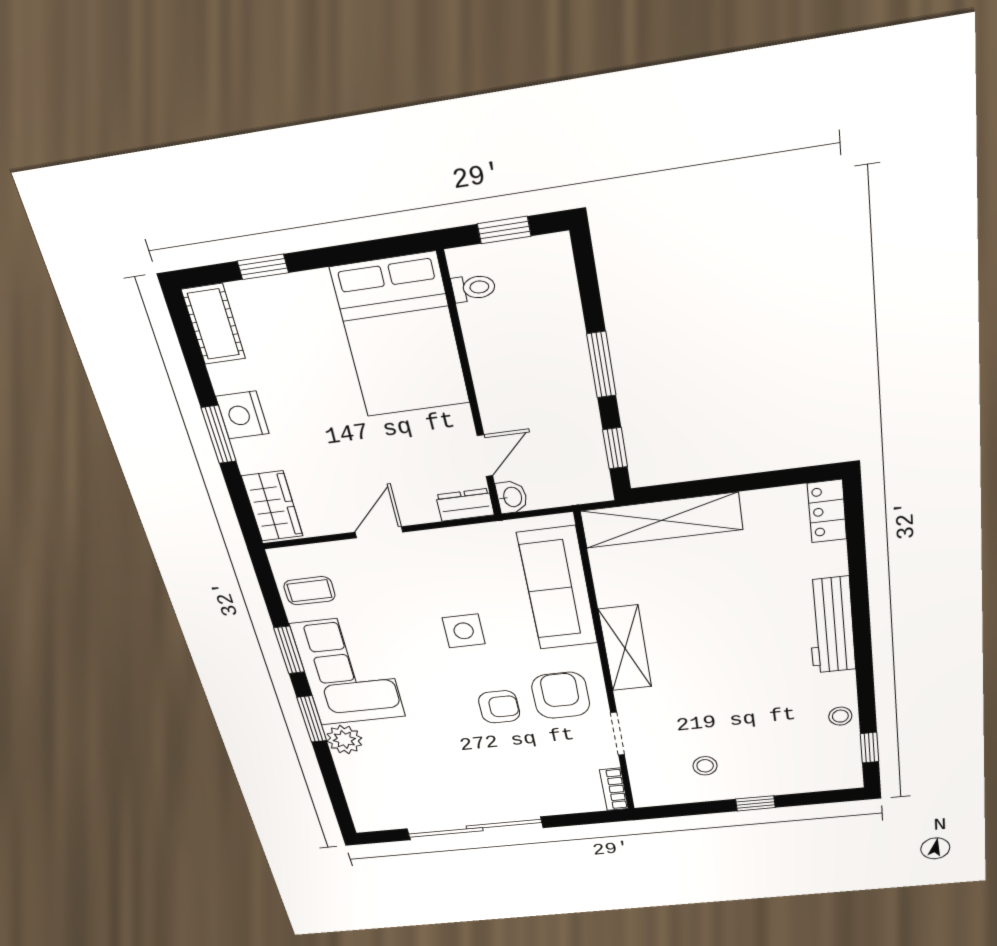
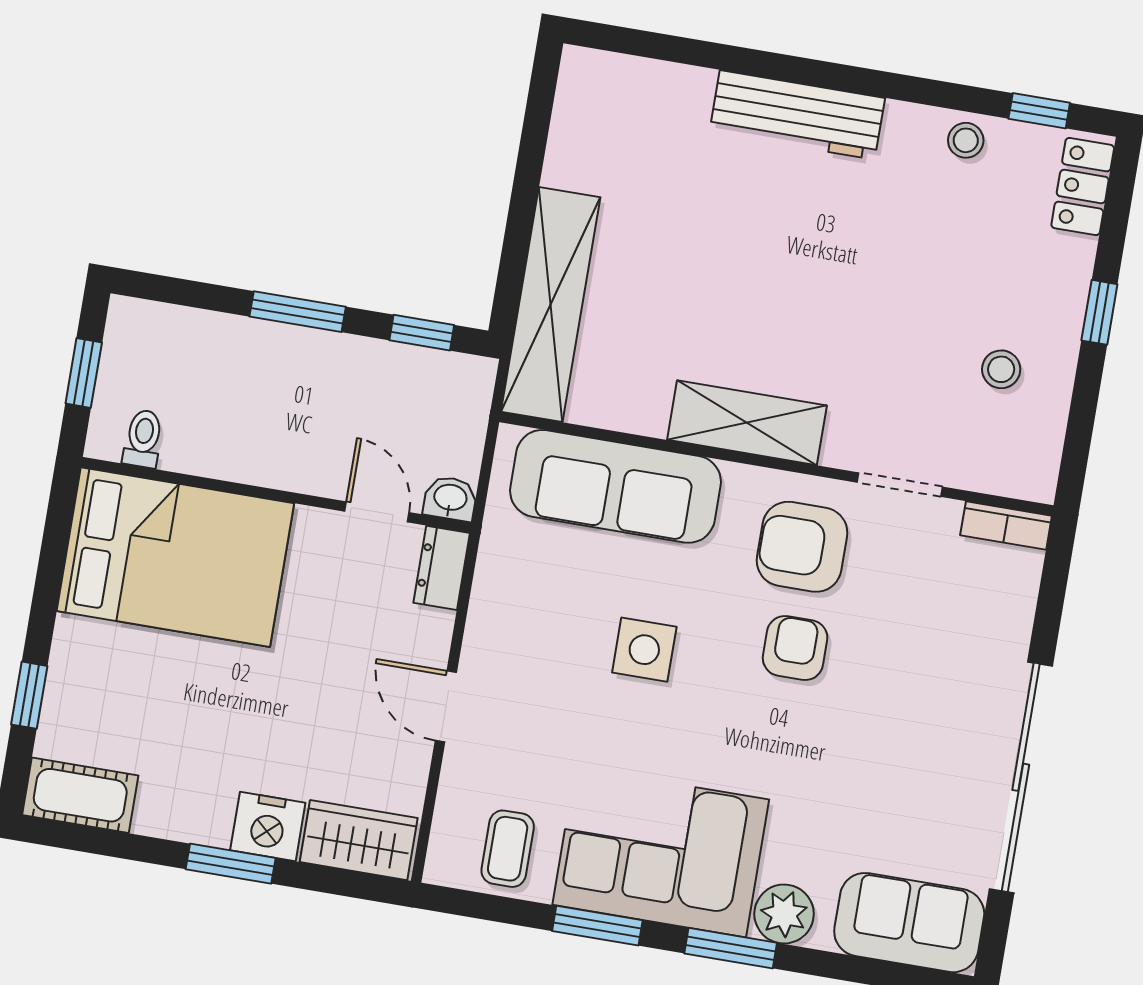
nightstand: (242, 415) -> (268, 827), moved
locker: (827, 511) -> (1083, 186), moved, turned 90
sofa: (370, 798) -> (909, 923), added

